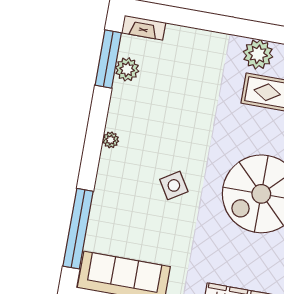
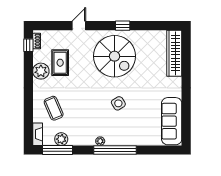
coffee table: (186, 66) -> (54, 108), added
window: (78, 229) -> (115, 150), moved

